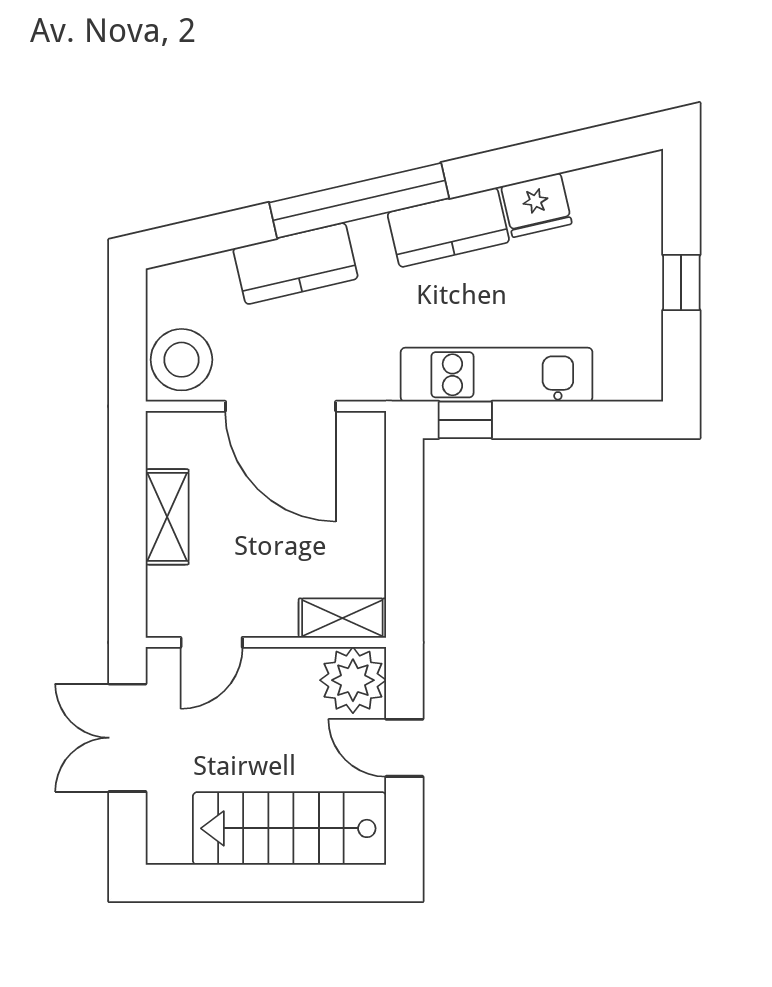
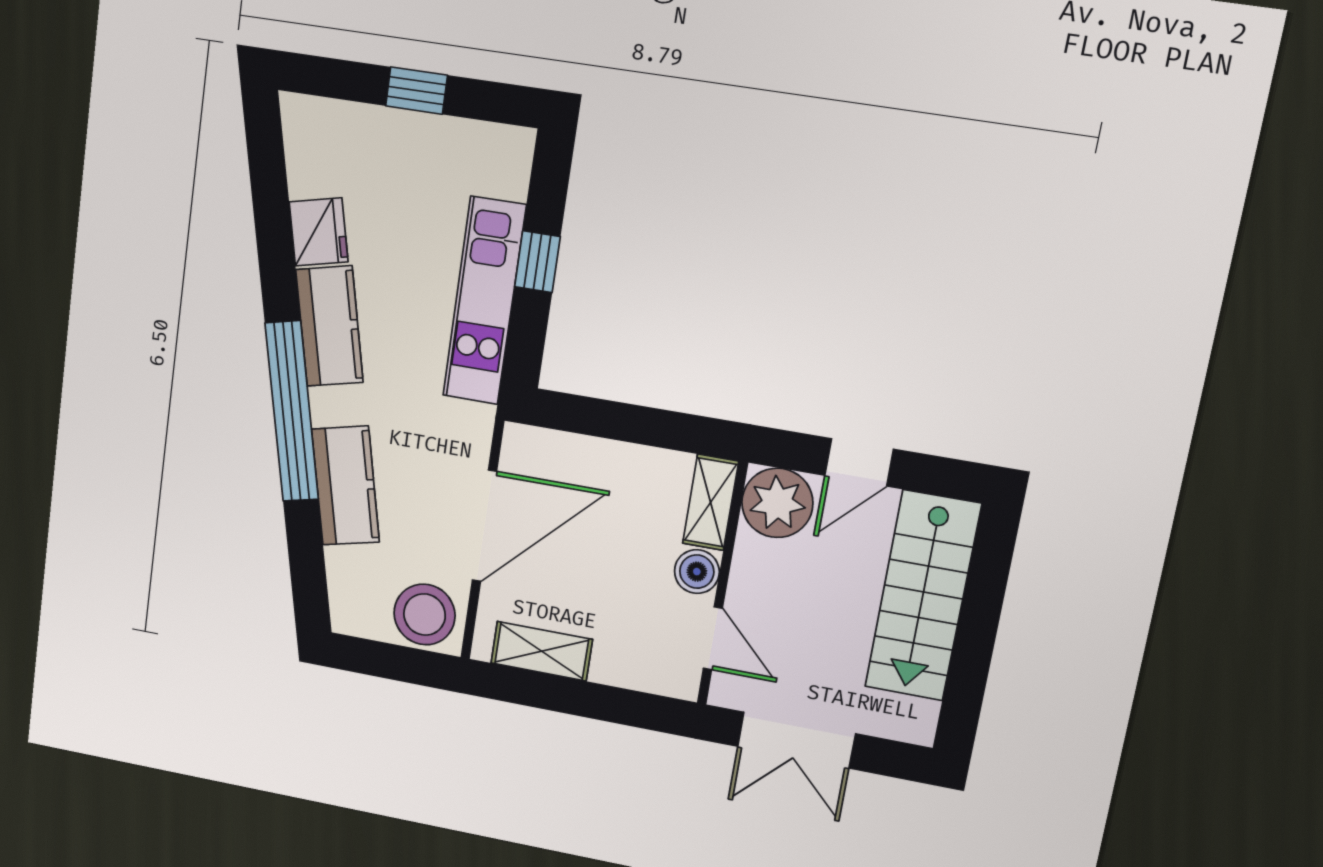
window: (465, 420) -> (537, 262), moved
shelving: (167, 517) -> (542, 651), moved
boiler: (274, 616) -> (697, 572), added

